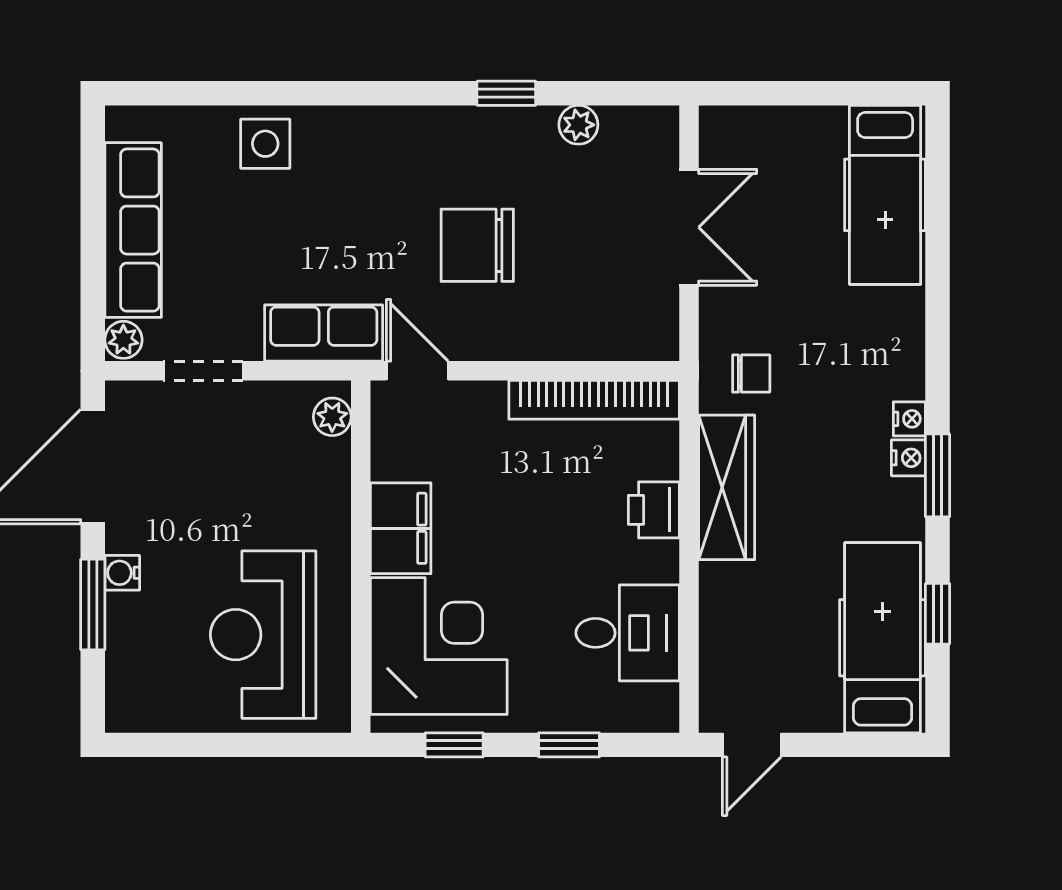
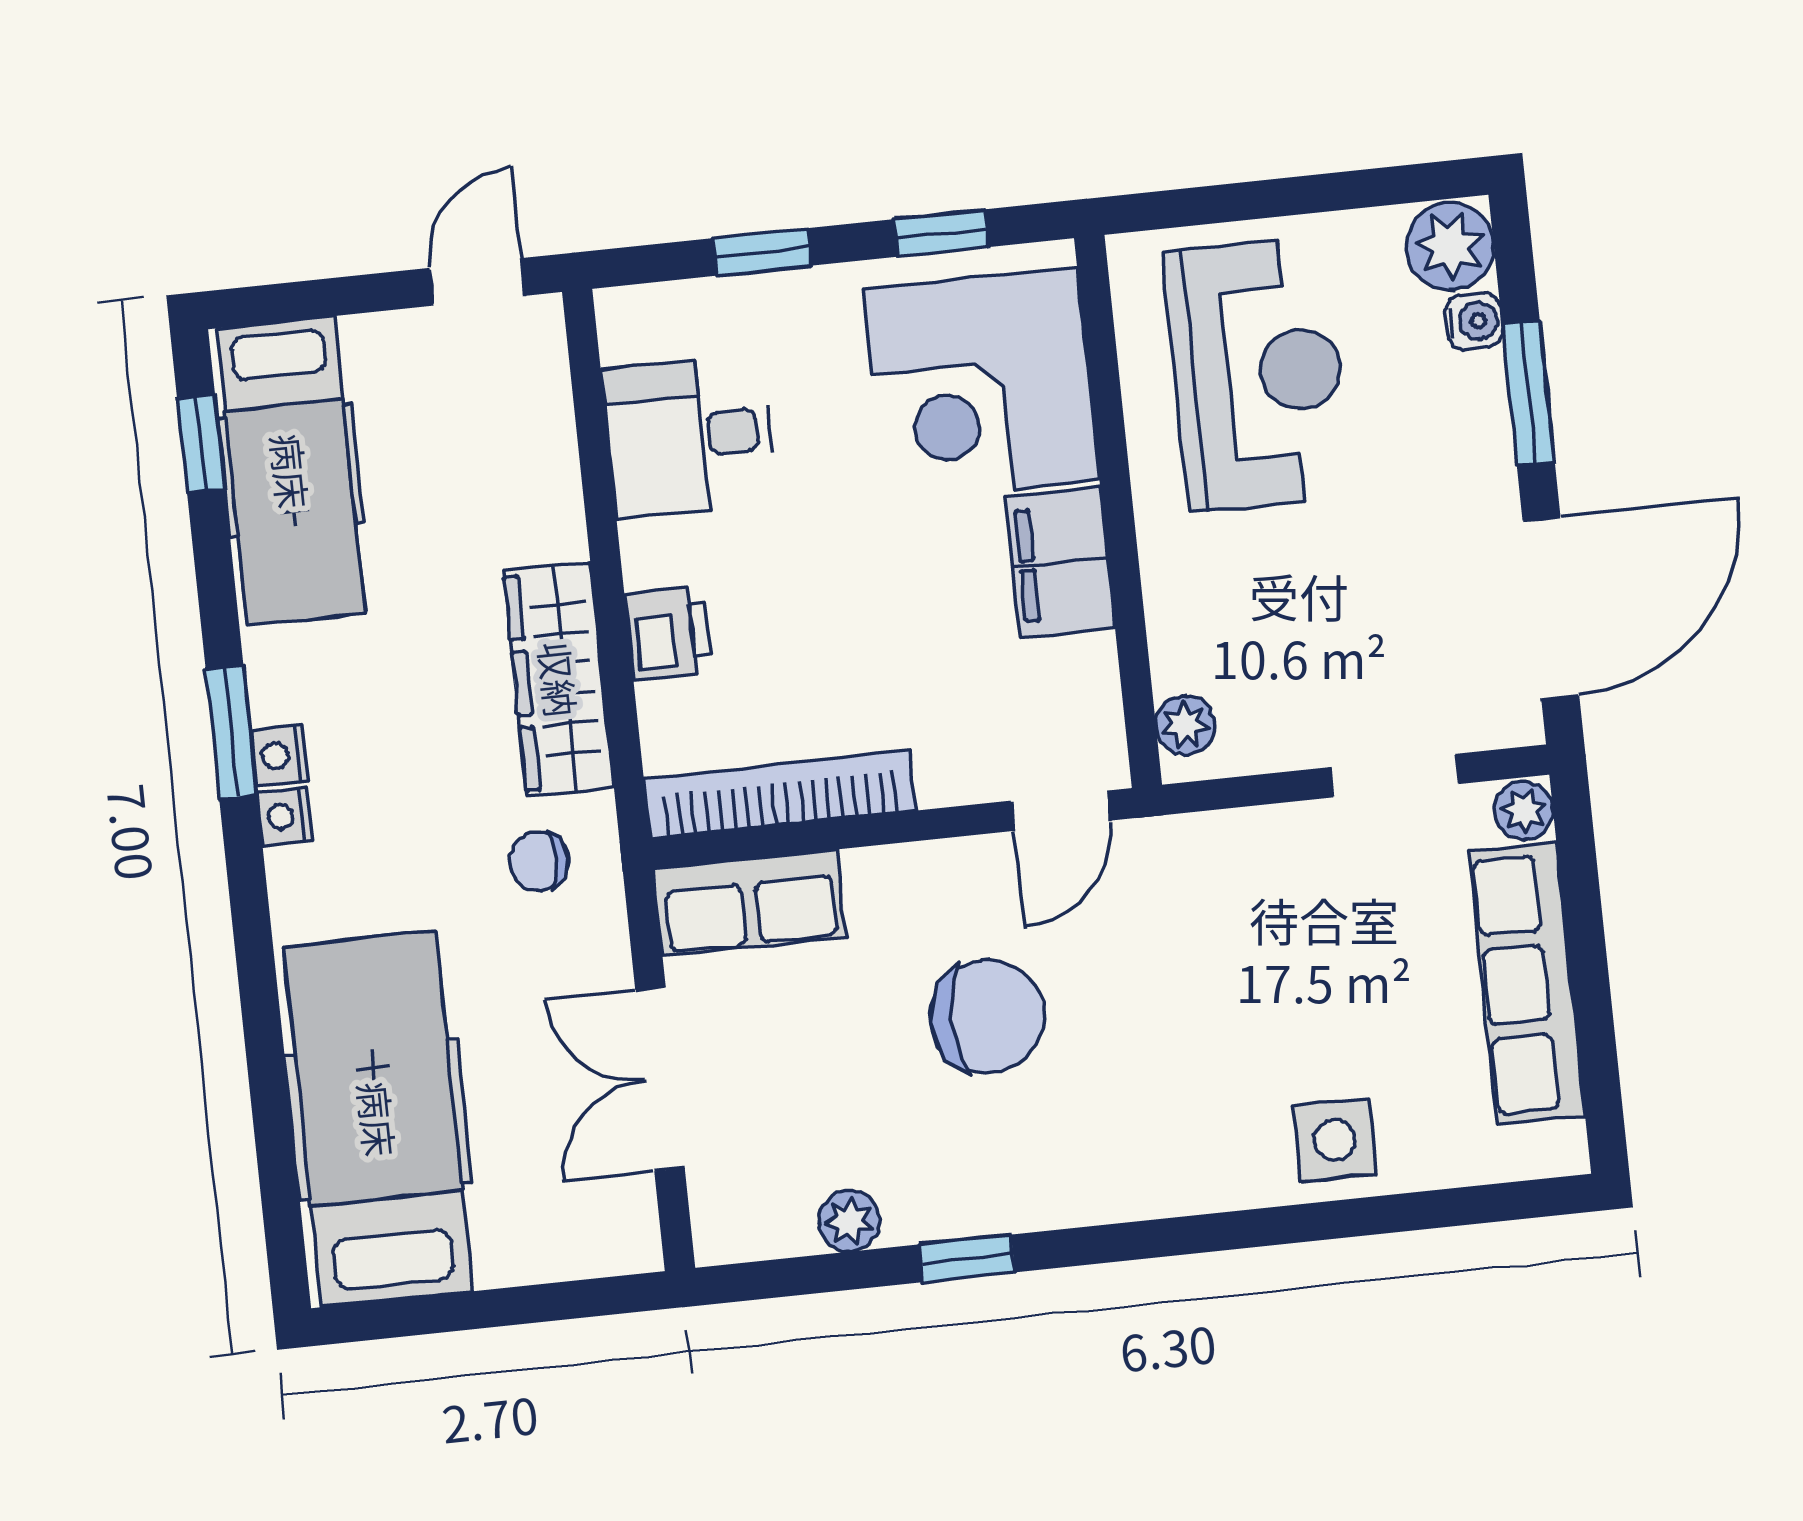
hospital bed: (885, 195) -> (378, 1119), width x1.37, depth x1.29
row of seats: (324, 333) -> (750, 903), moved
door: (417, 371) -> (1060, 811), hinge flipped
water cooler: (122, 573) -> (1474, 321), moved
window: (938, 614) -> (201, 443), moved
plant: (133, 703) -> (1450, 246), added

